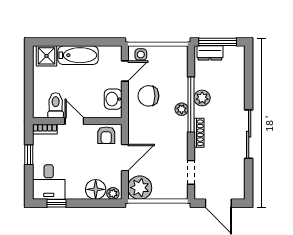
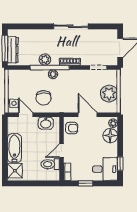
dresser: (210, 53) -> (13, 50), width x1.44
plant: (140, 188) -> (109, 94), moved

